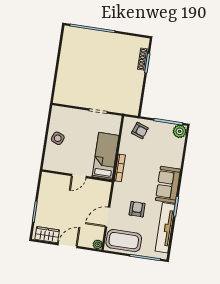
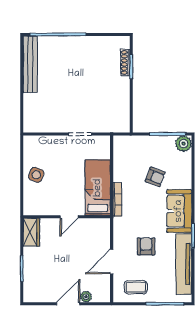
bench: (67, 49) -> (30, 64), added
armchair: (140, 131) -> (155, 177), moved
wardrobe: (47, 235) -> (31, 232), moved, turned 90
coffee table: (124, 241) -> (136, 287), width x0.54, depth x0.58
plant: (98, 244) -> (86, 297), moved

